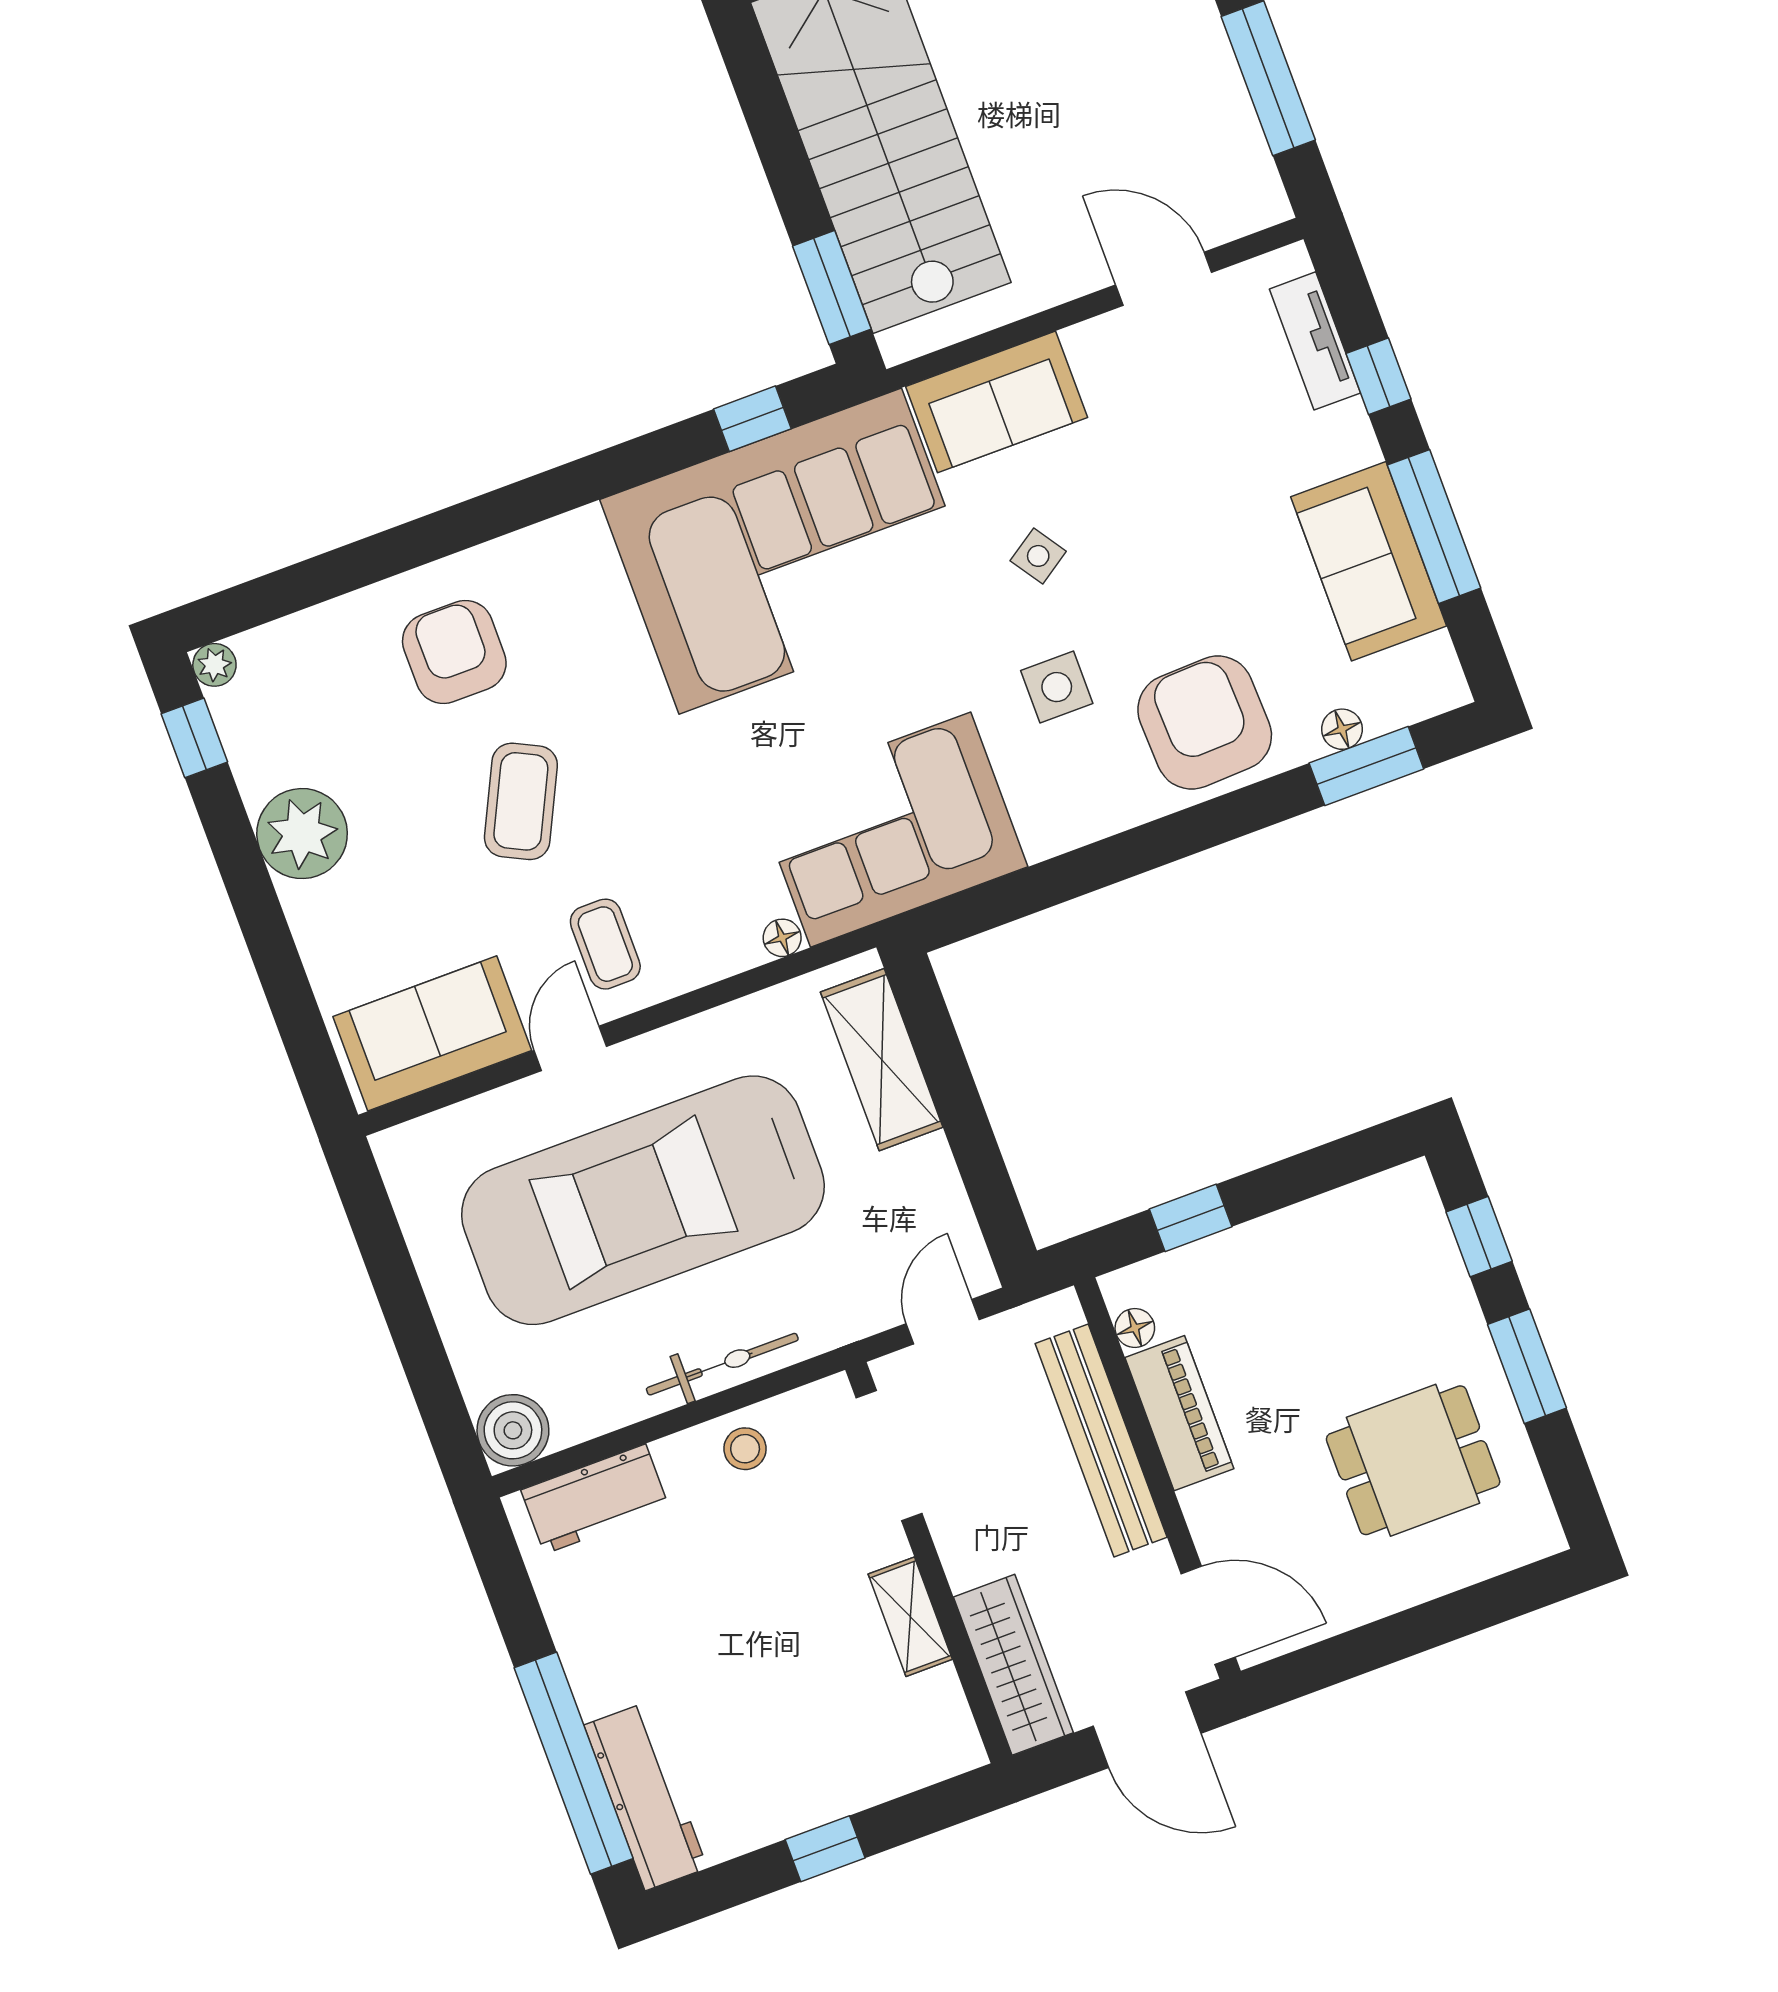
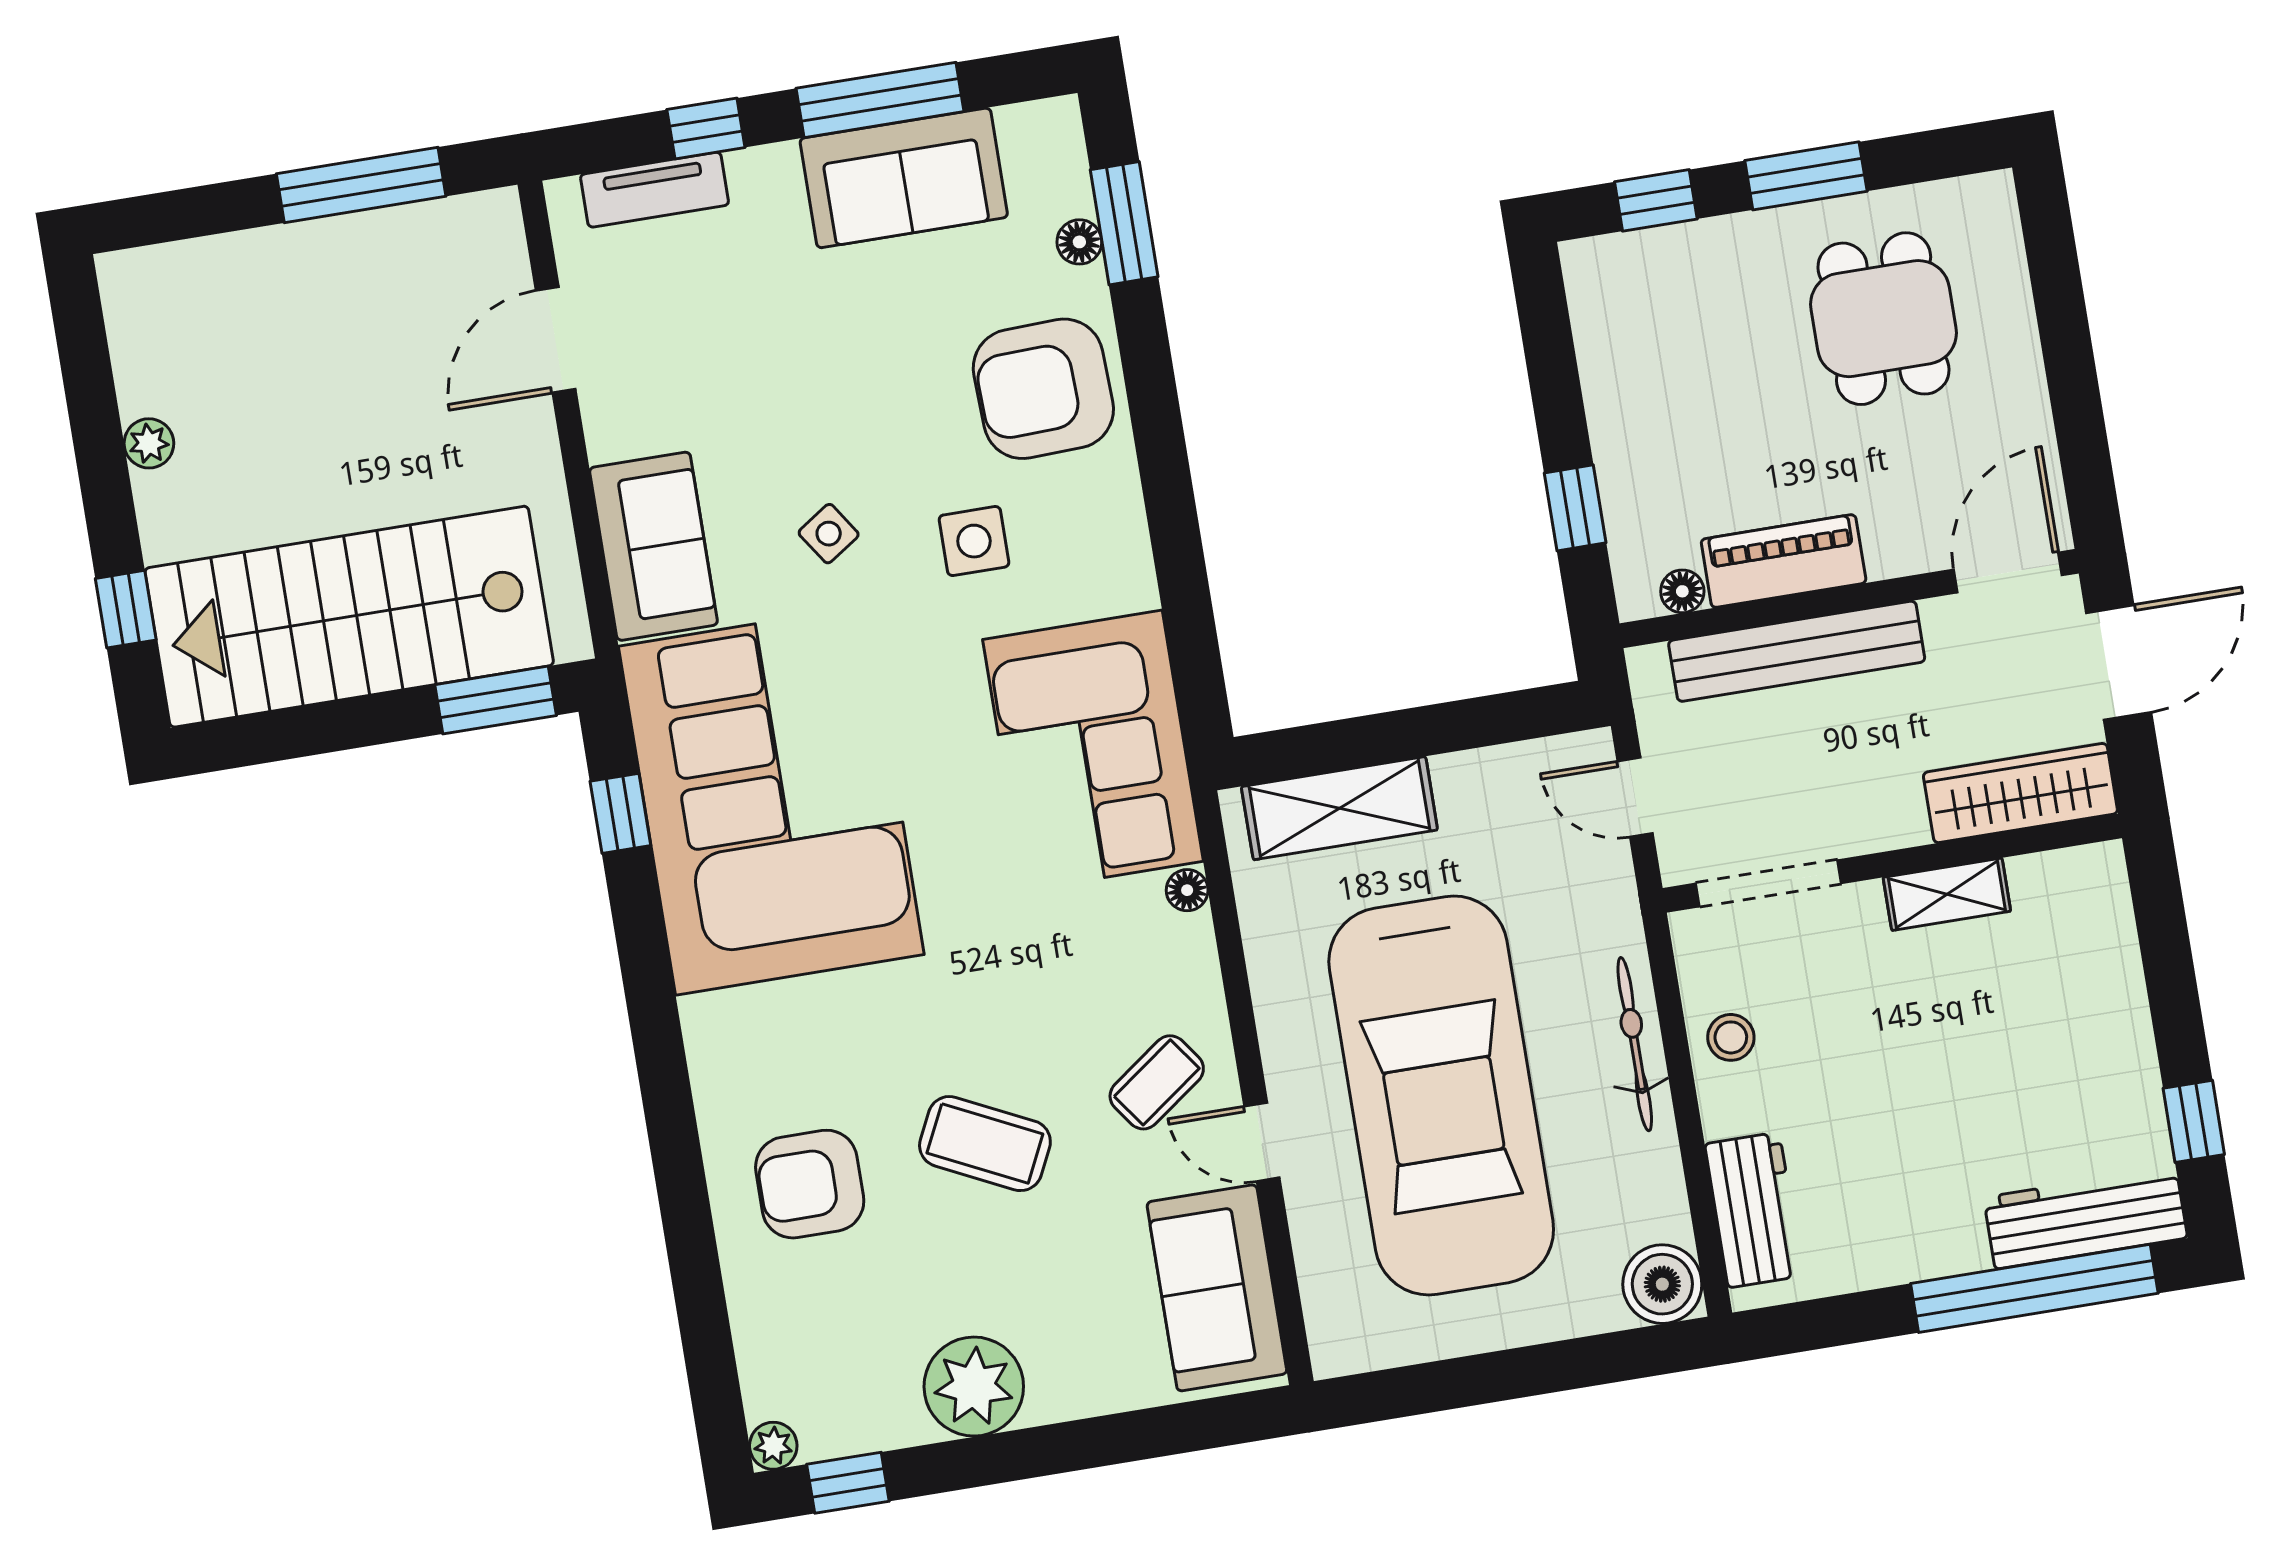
coffee table: (605, 944) -> (1157, 1082), turned -36
window: (825, 1849) -> (2194, 1121), moved

